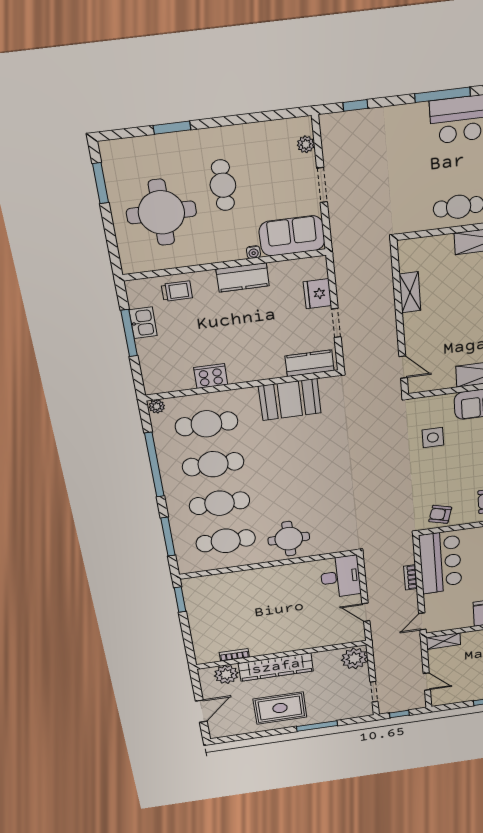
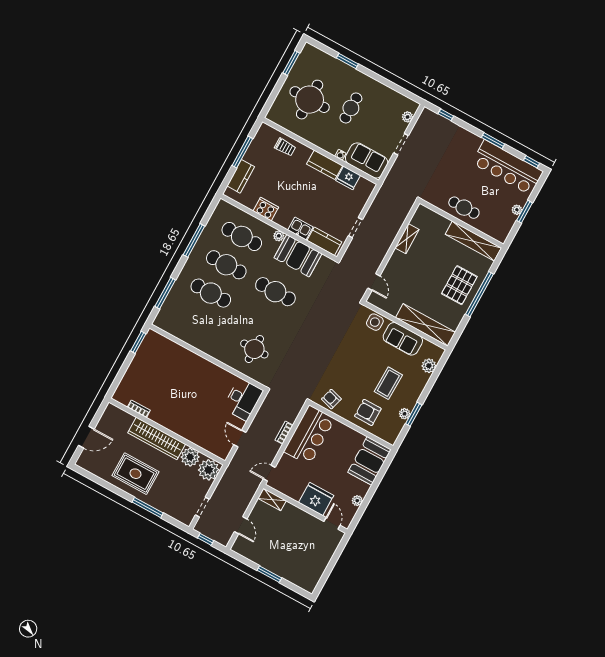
window: (442, 95) -> (493, 141), width x0.69
fridge: (317, 294) -> (348, 178), moved, turned -90
kitchen sink: (143, 323) -> (300, 229), moved, turned -90
kitchen counter: (150, 361) -> (241, 176), added
plant: (157, 406) -> (279, 236), moved
side table: (433, 438) -> (375, 322), moved
window: (154, 465) -> (194, 240), width x0.68
round table: (289, 539) -> (254, 349), moved
cafe table: (226, 541) -> (275, 292), moved
plant: (226, 674) -> (190, 457), moved

